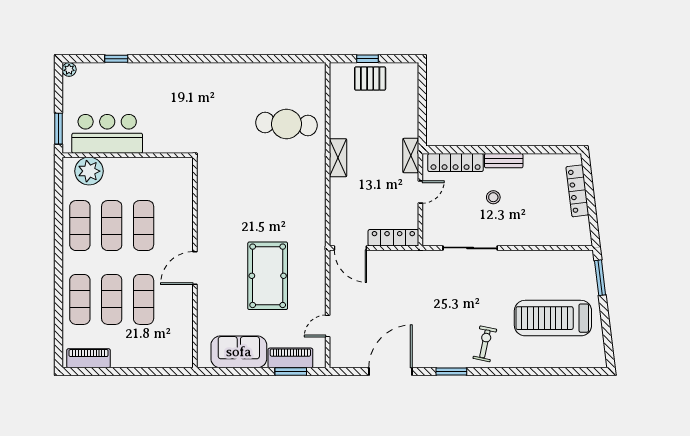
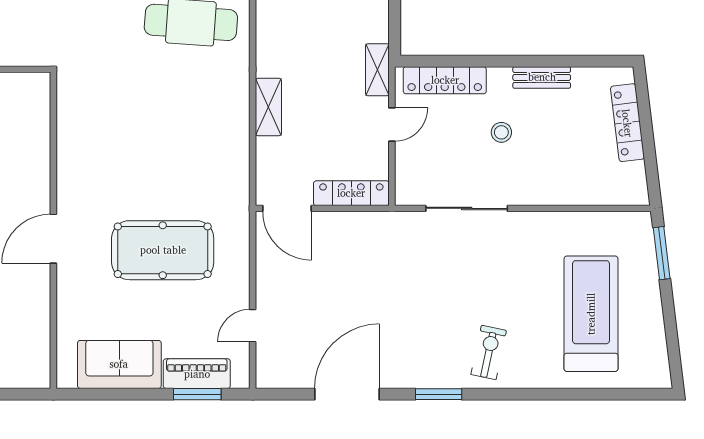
shelving: (338, 158) -> (268, 107), moved
bench: (504, 161) -> (542, 77), moved
pool table: (268, 276) -> (163, 250), turned 90
treadmill: (553, 318) -> (591, 314), turned 90

